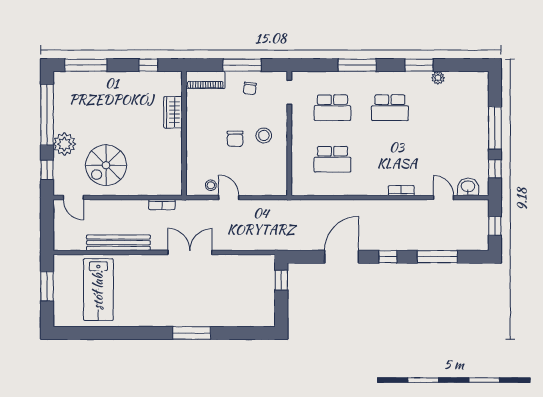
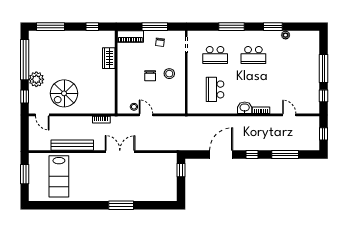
school desk: (332, 159) -> (215, 89), turned 90
washbasin: (468, 187) -> (245, 108), moved

